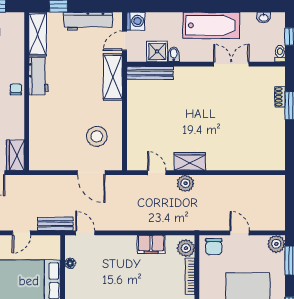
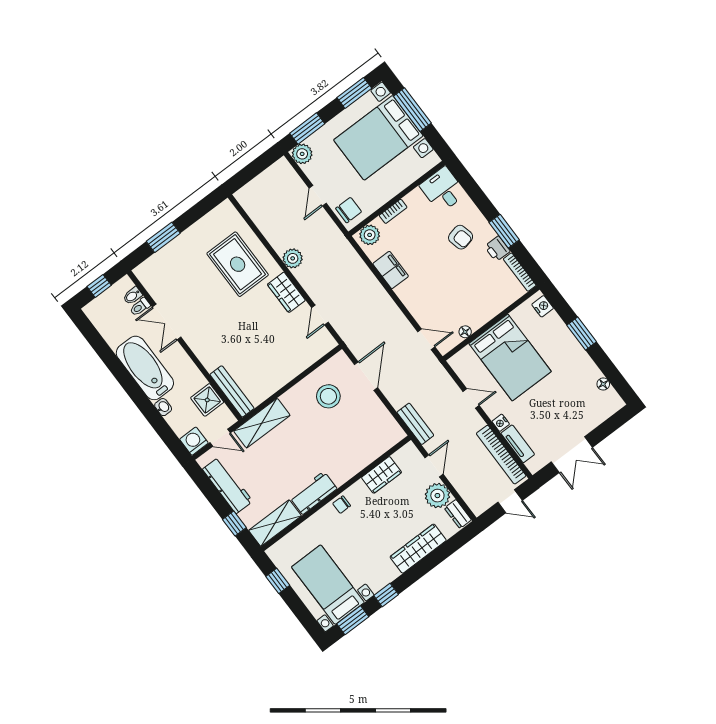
washbasin: (264, 18) -> (163, 407), moved
bidet: (174, 54) -> (133, 296), moved
toilet: (280, 54) -> (140, 307), moved
shoe rack: (280, 97) -> (163, 254), removed
rug: (234, 143) -> (238, 264), added
wardrobe: (15, 155) -> (382, 475), moved
plant: (185, 183) -> (293, 258), moved
bench: (55, 224) -> (415, 424), moved
door: (85, 233) -> (426, 339), swing flipped
bookcase: (190, 276) -> (393, 211), width x0.64

